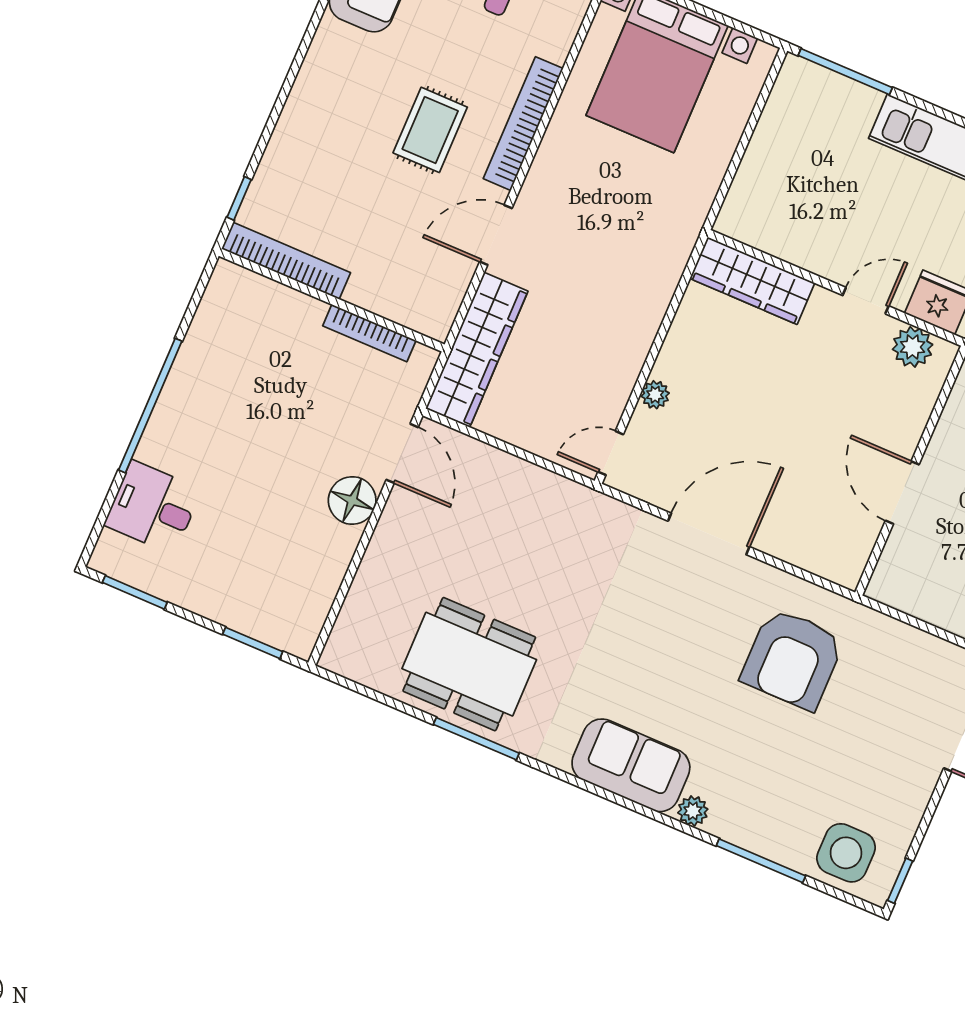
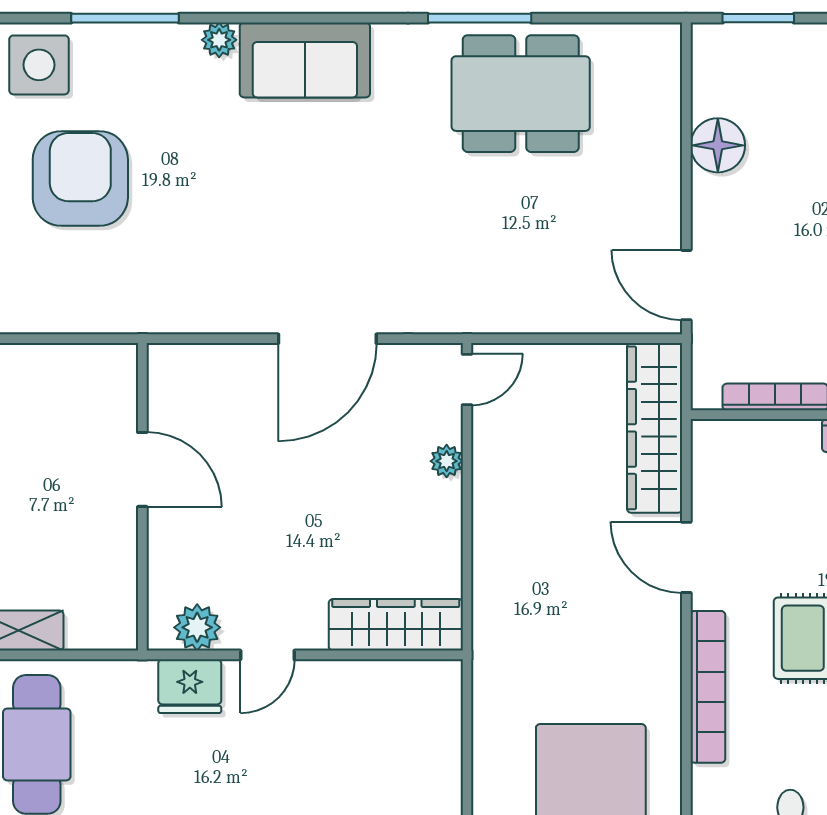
door: (496, 235) -> (686, 557), swing flipped
floor lamp: (352, 500) -> (718, 145), moved
armchair: (793, 659) -> (80, 179), moved

